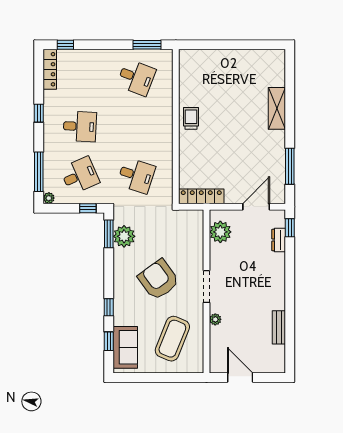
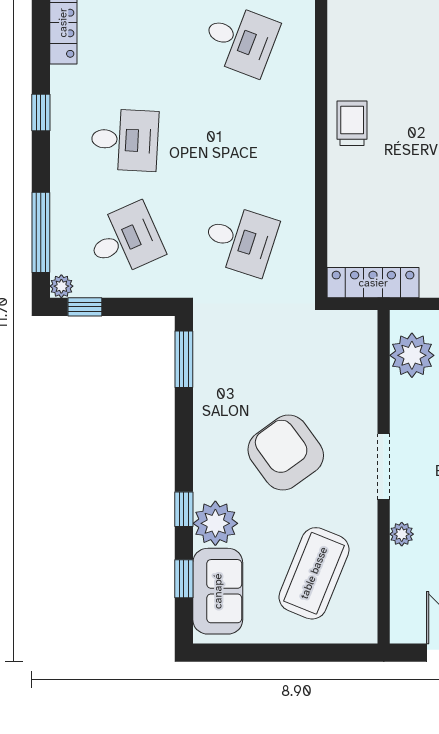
window: (88, 208) -> (85, 307), moved
plant: (124, 236) -> (215, 523), moved

